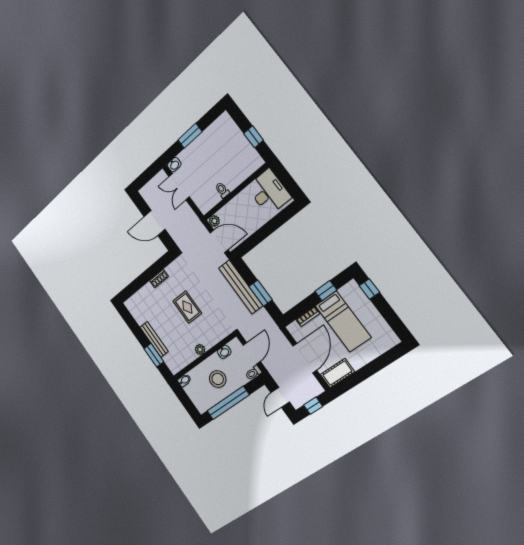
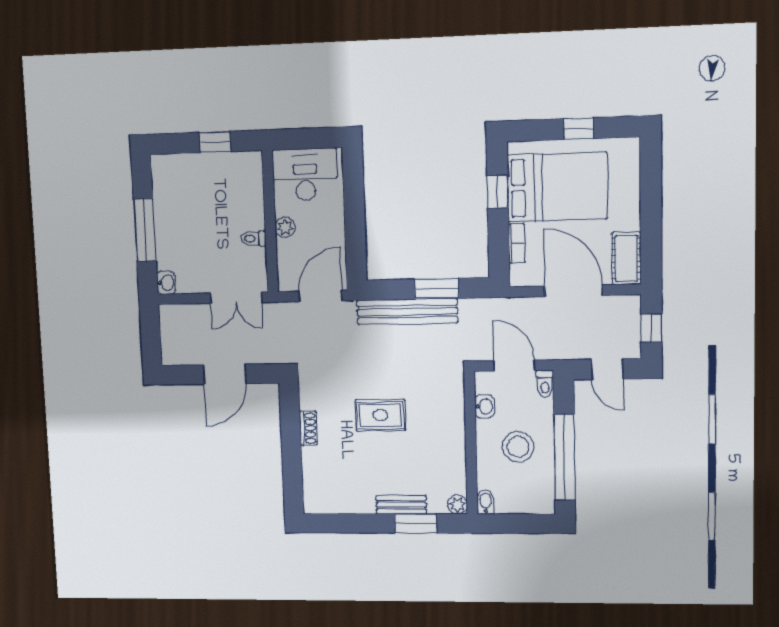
window: (190, 136) -> (145, 230), width x1.44
double door: (179, 187) -> (236, 298), moved
plant: (214, 221) -> (285, 227), moved
window: (369, 289) -> (579, 129), moved
bed: (343, 321) -> (557, 187), width x1.50
bench: (154, 339) -> (401, 505), width x0.73
plant: (200, 349) -> (458, 505), moved

